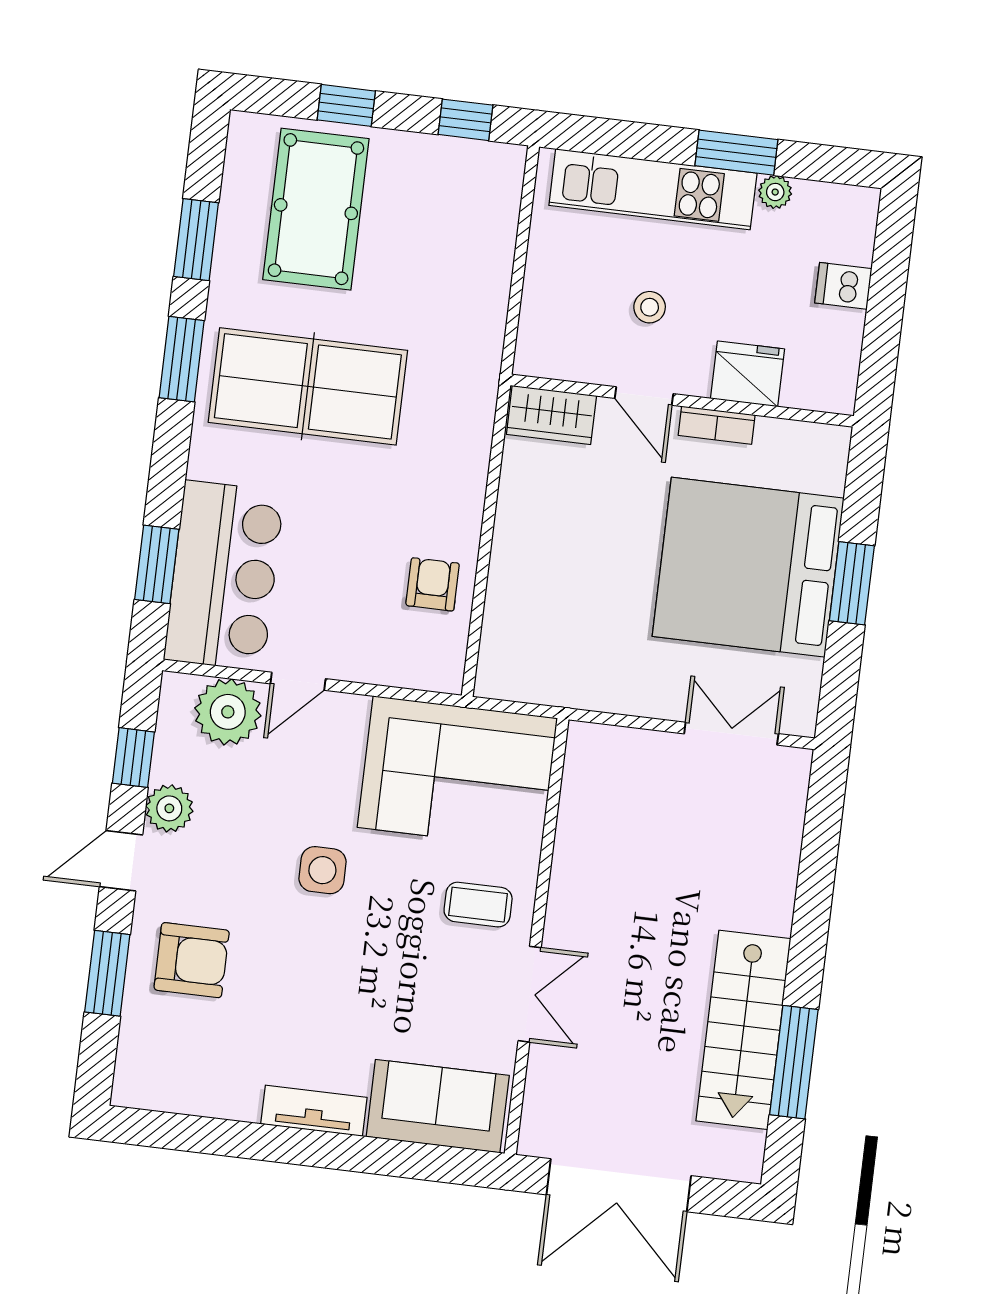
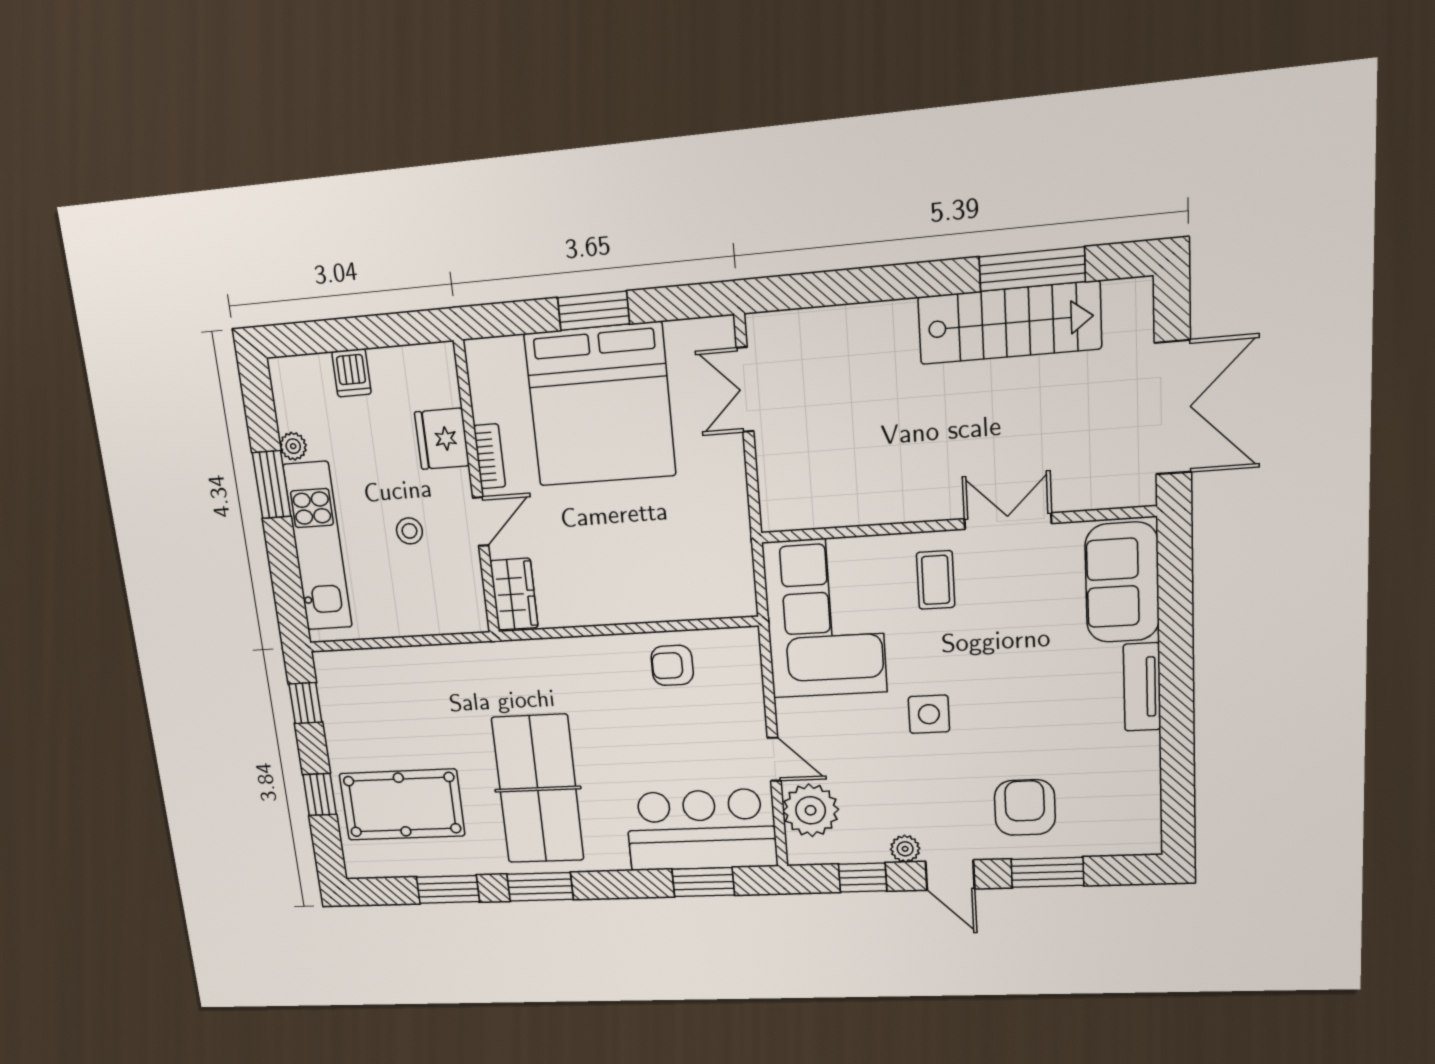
plant: (169, 808) -> (905, 849), width x0.73, depth x0.73

